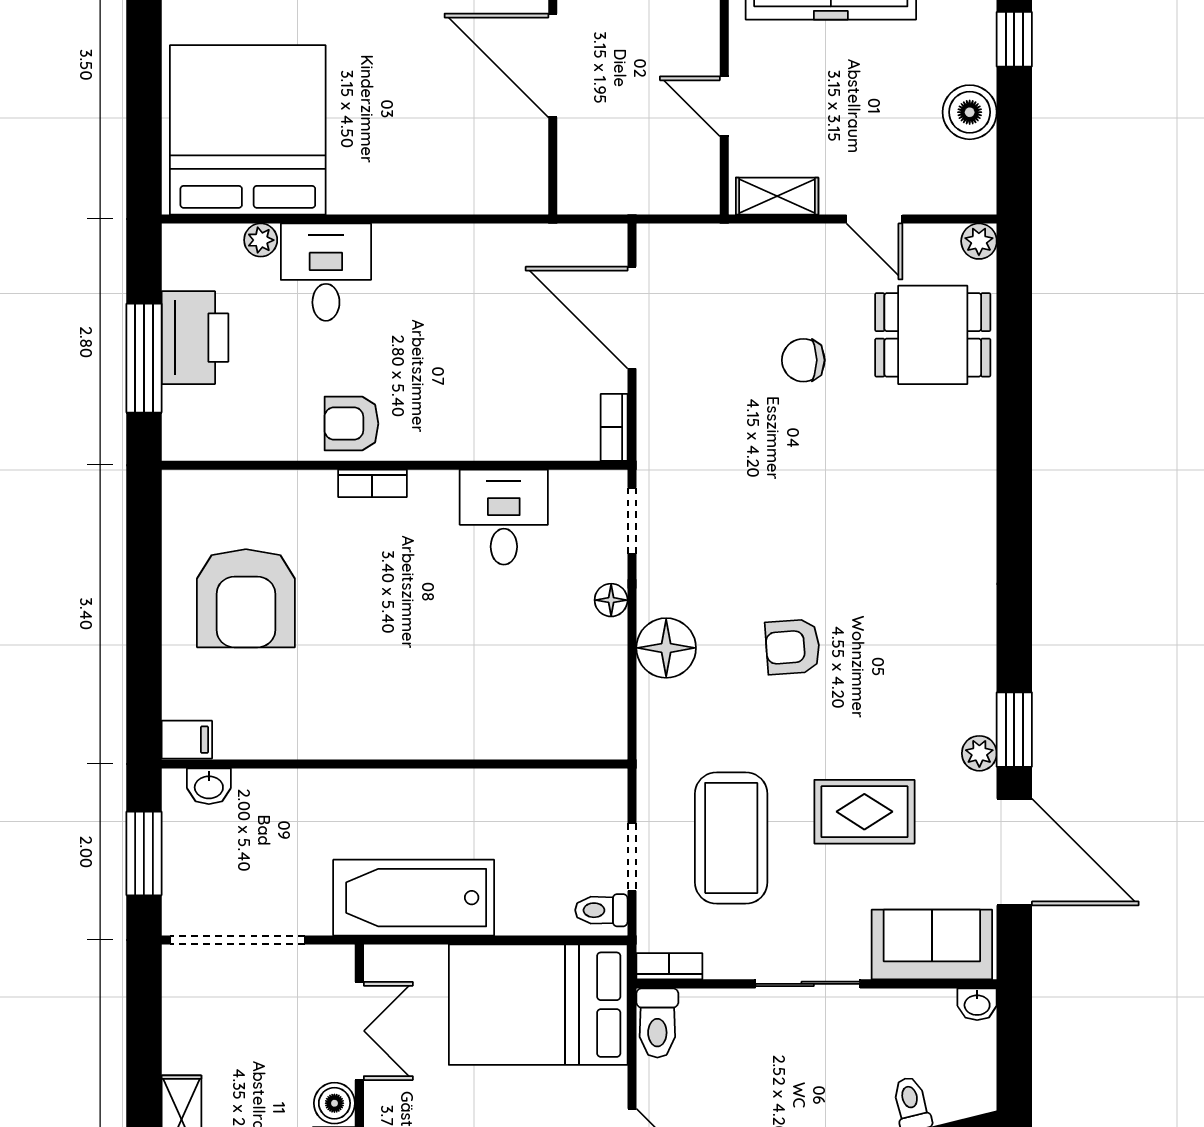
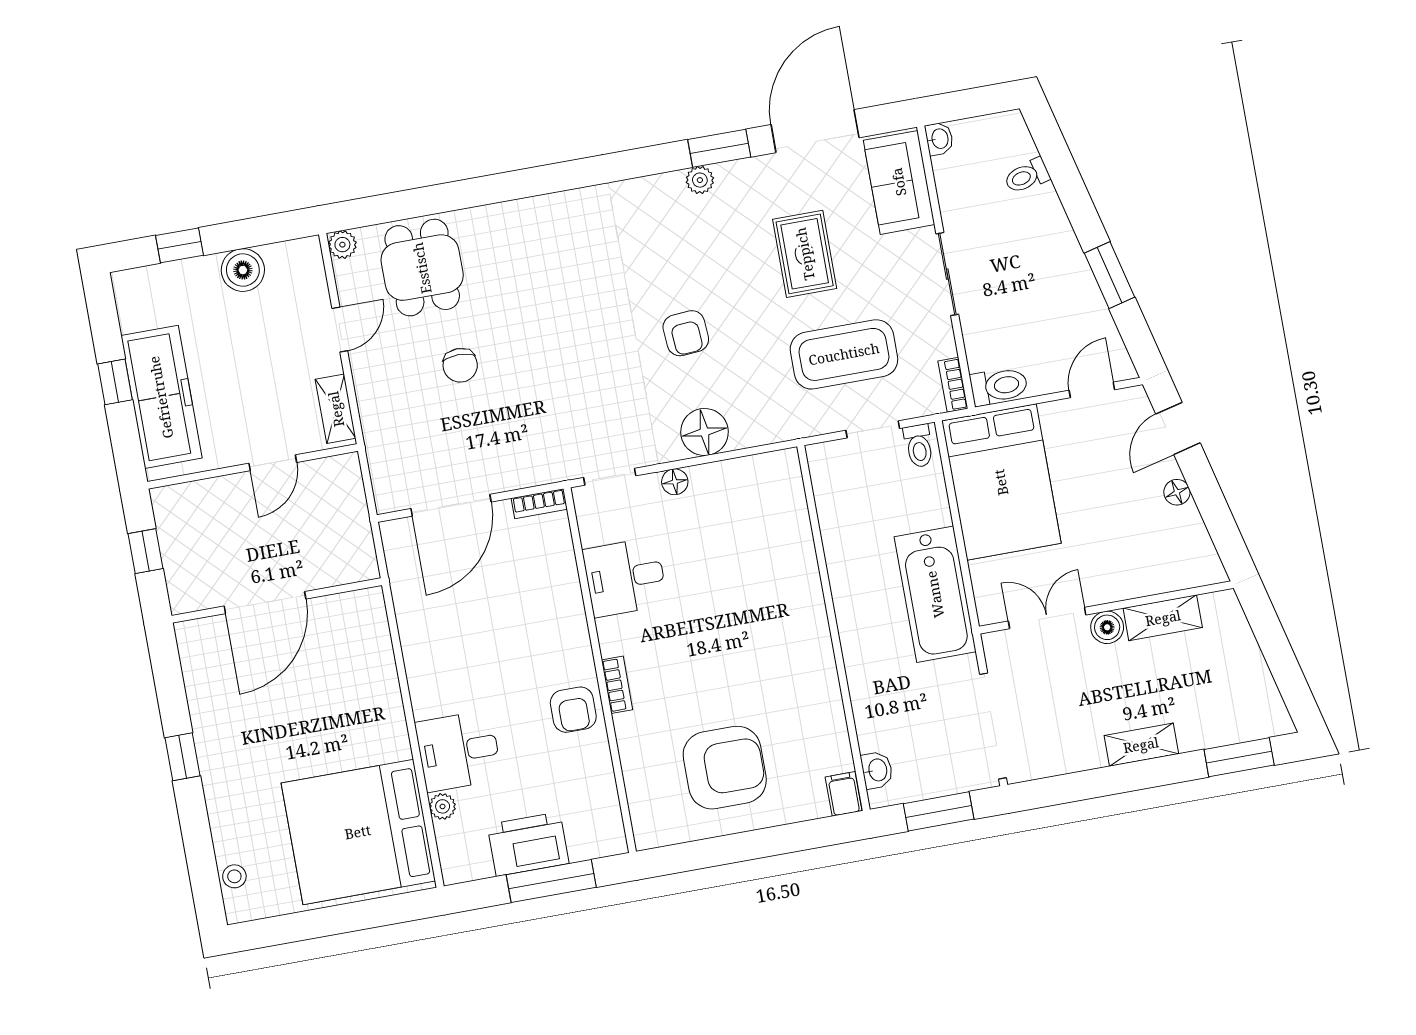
plant: (979, 753) -> (700, 180), moved

